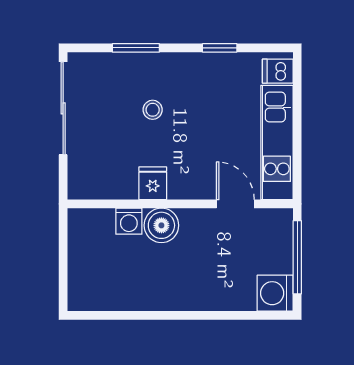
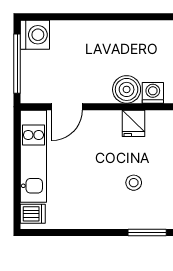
window: (220, 48) -> (80, 233), removed
door: (235, 204) -> (67, 107), hinge flipped

